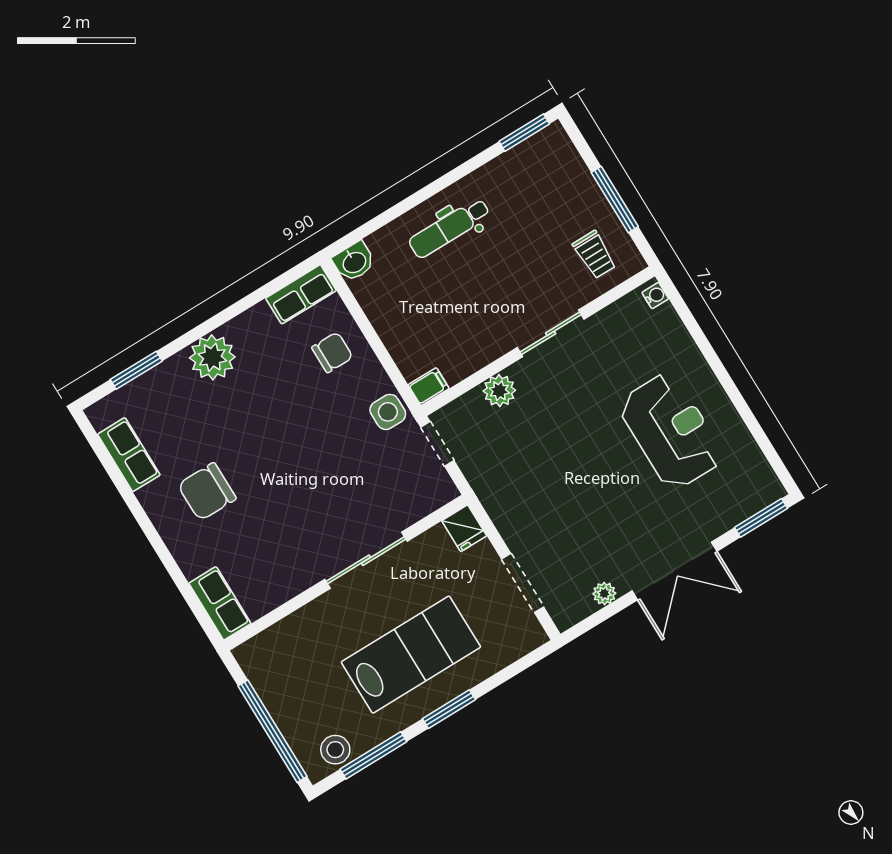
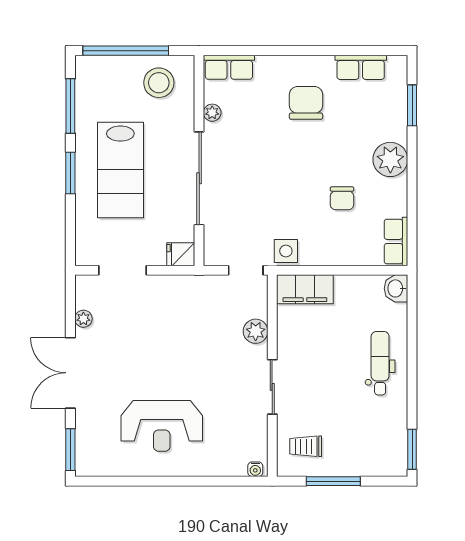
chair: (332, 352) -> (342, 198), moved
filing cabinet: (429, 387) -> (305, 289), width x3.00, depth x1.17
sliding door: (366, 560) -> (199, 178), width x1.36
plant: (283, 591) -> (212, 113), added
stool: (335, 750) -> (159, 83), moved, width x1.38, depth x1.38

